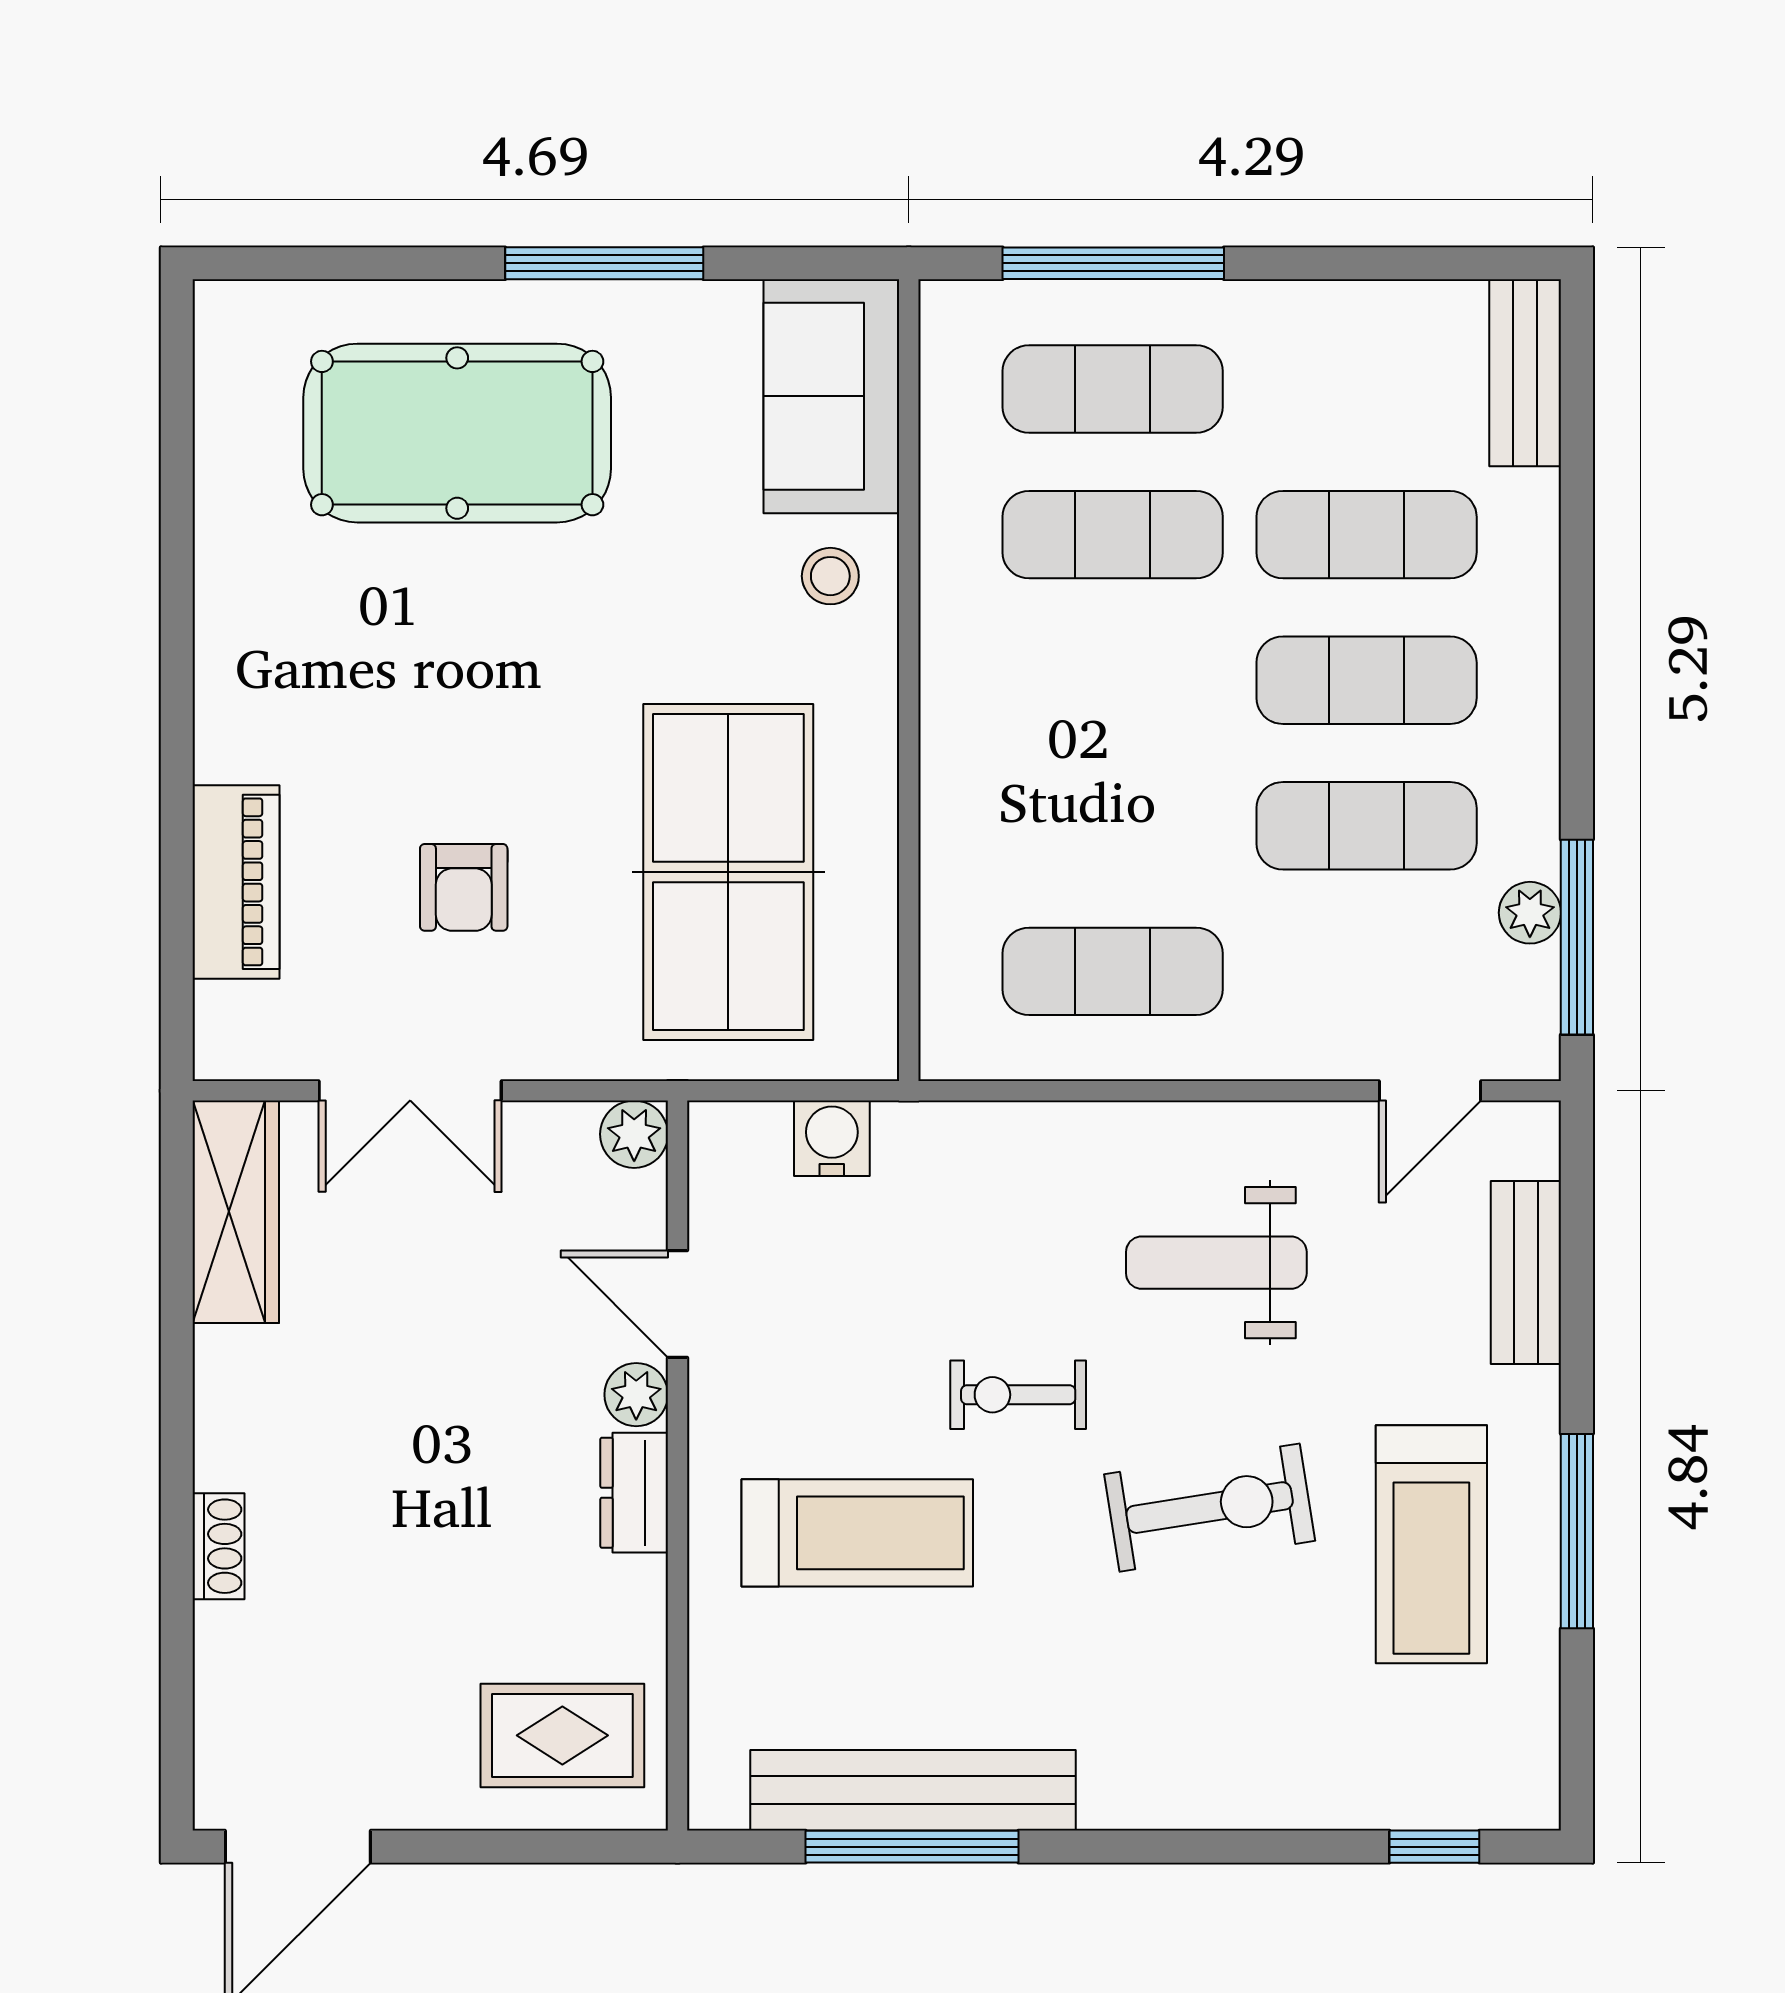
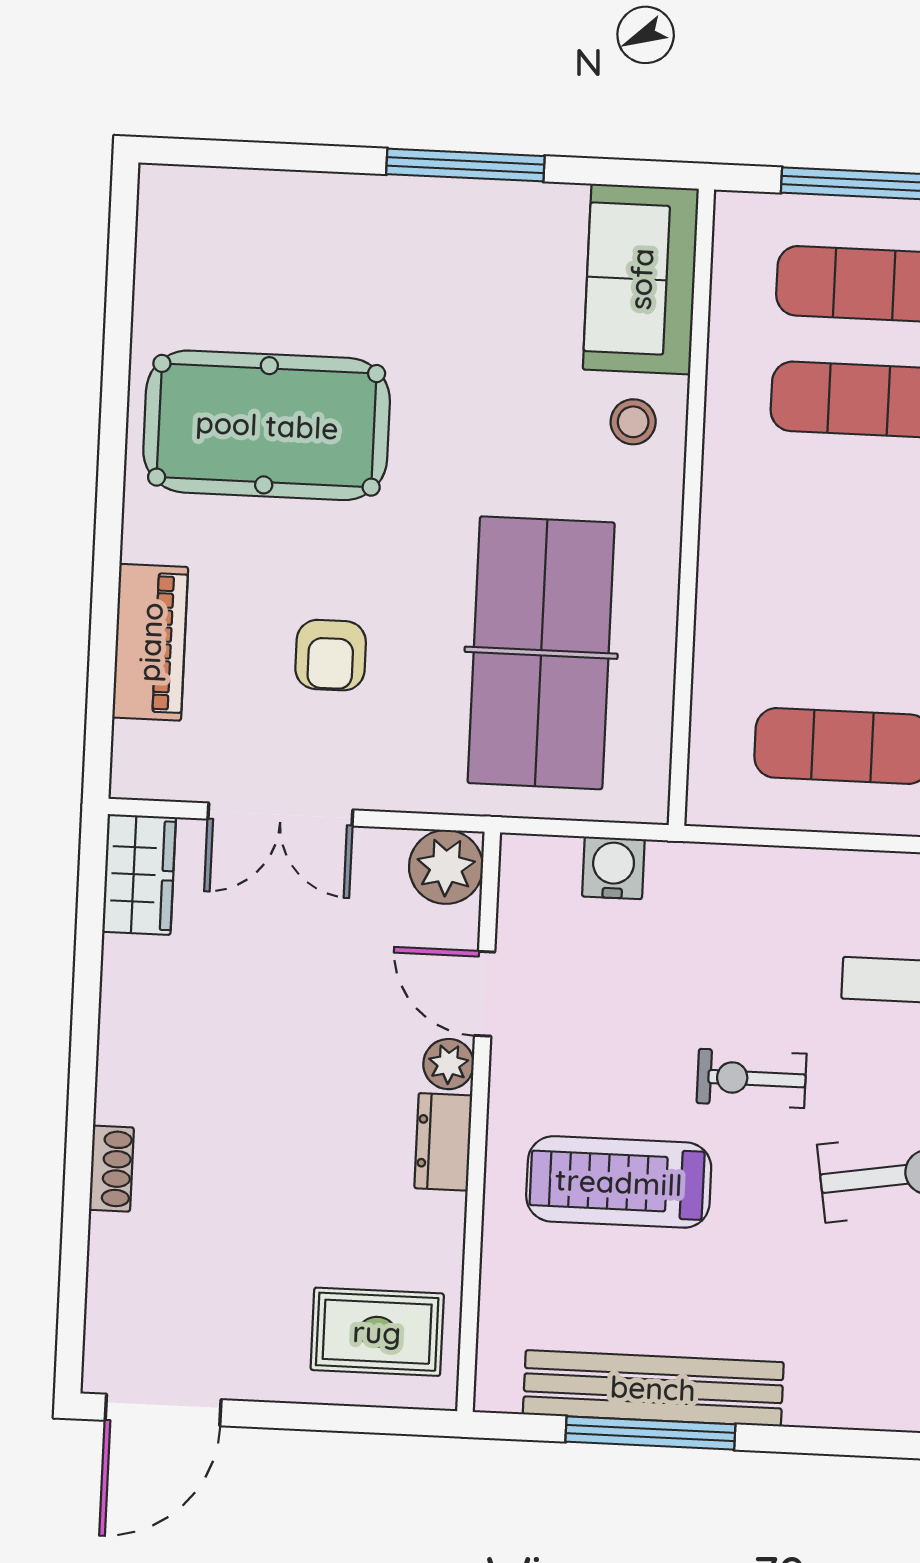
pool table: (457, 433) -> (267, 425), moved
plant: (634, 1134) -> (446, 867), width x1.38, depth x1.38
wardrobe: (236, 1212) -> (139, 874), width x0.67
treadmill: (857, 1533) -> (619, 1182), turned 180

